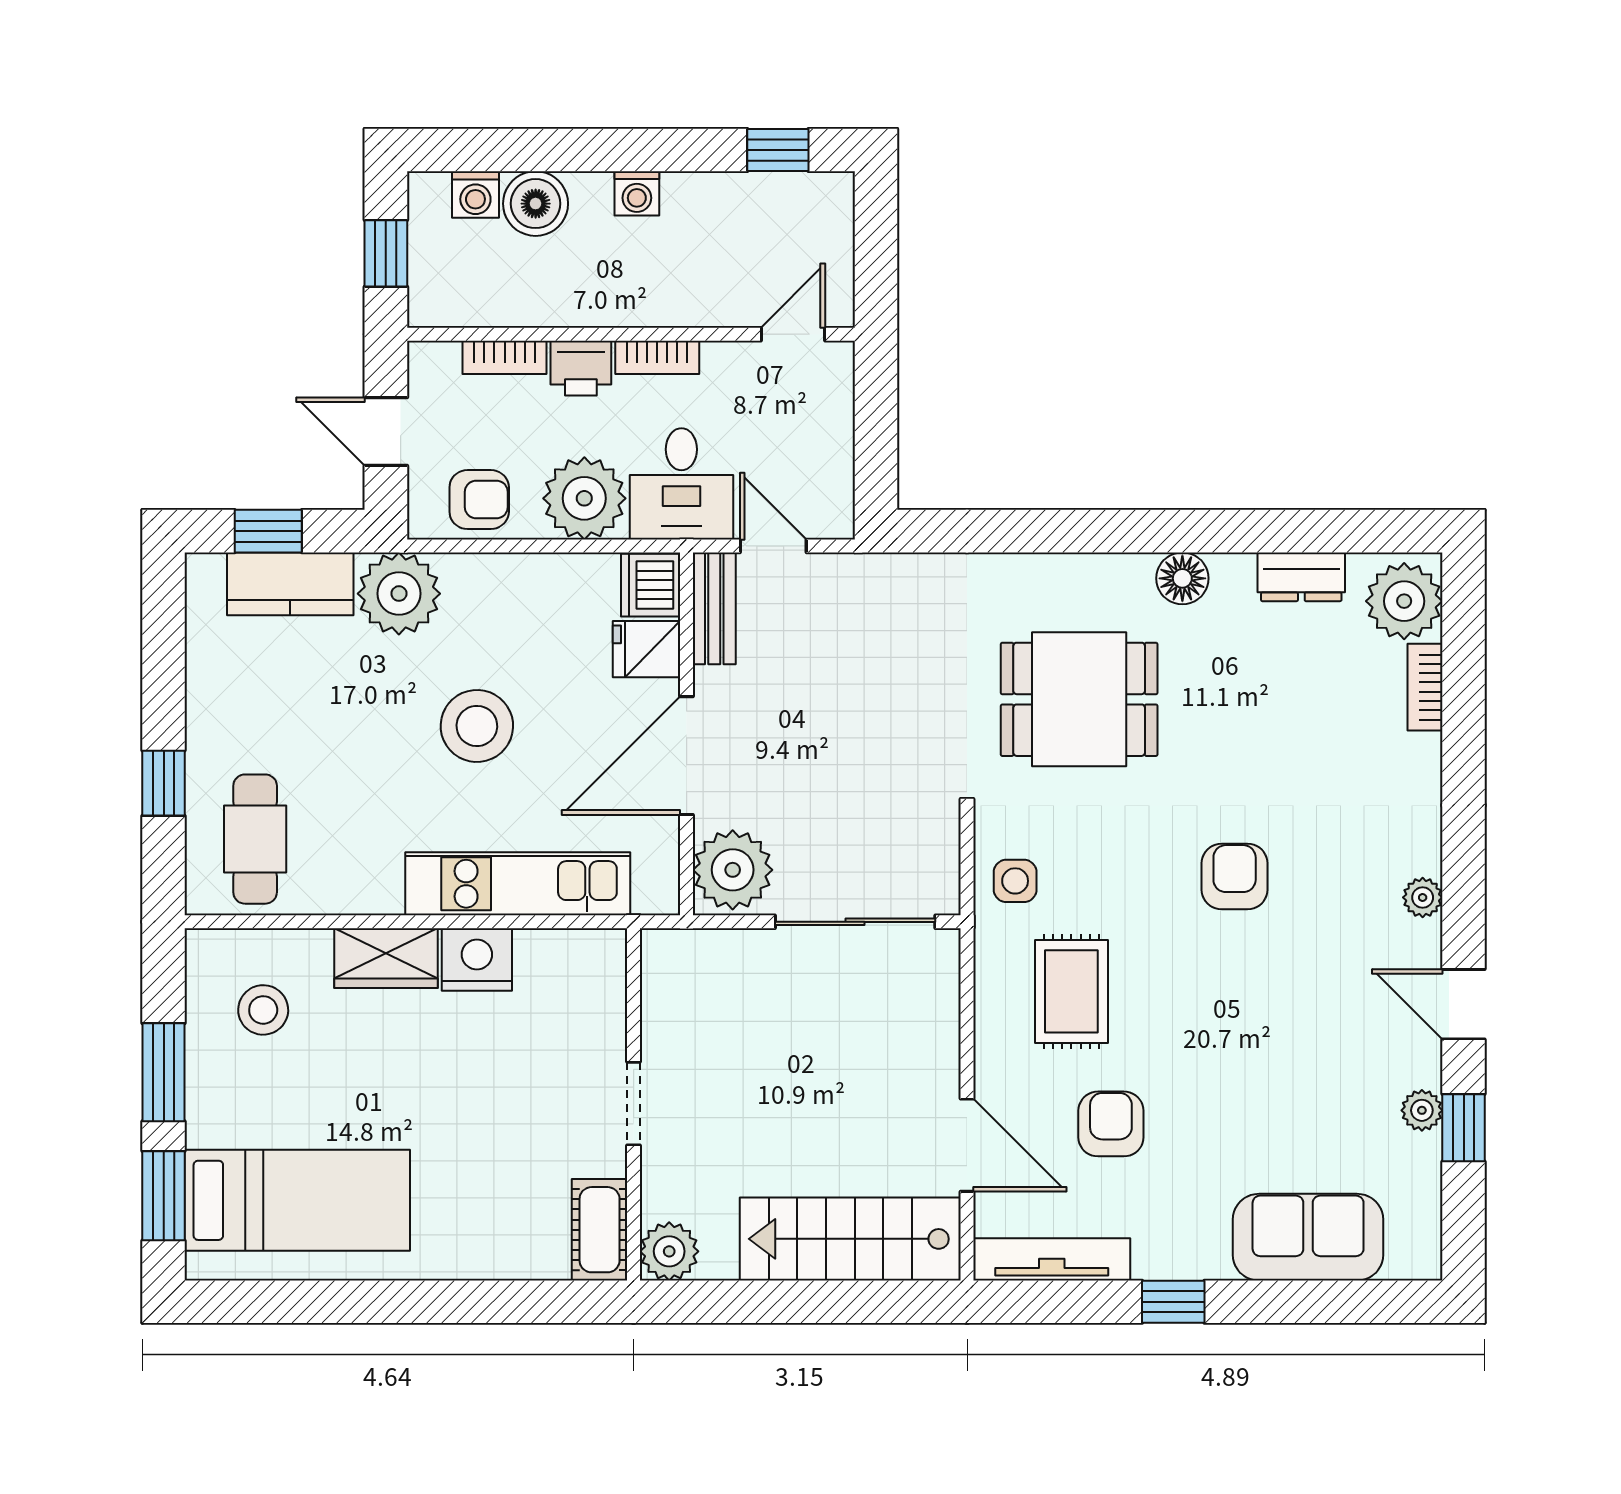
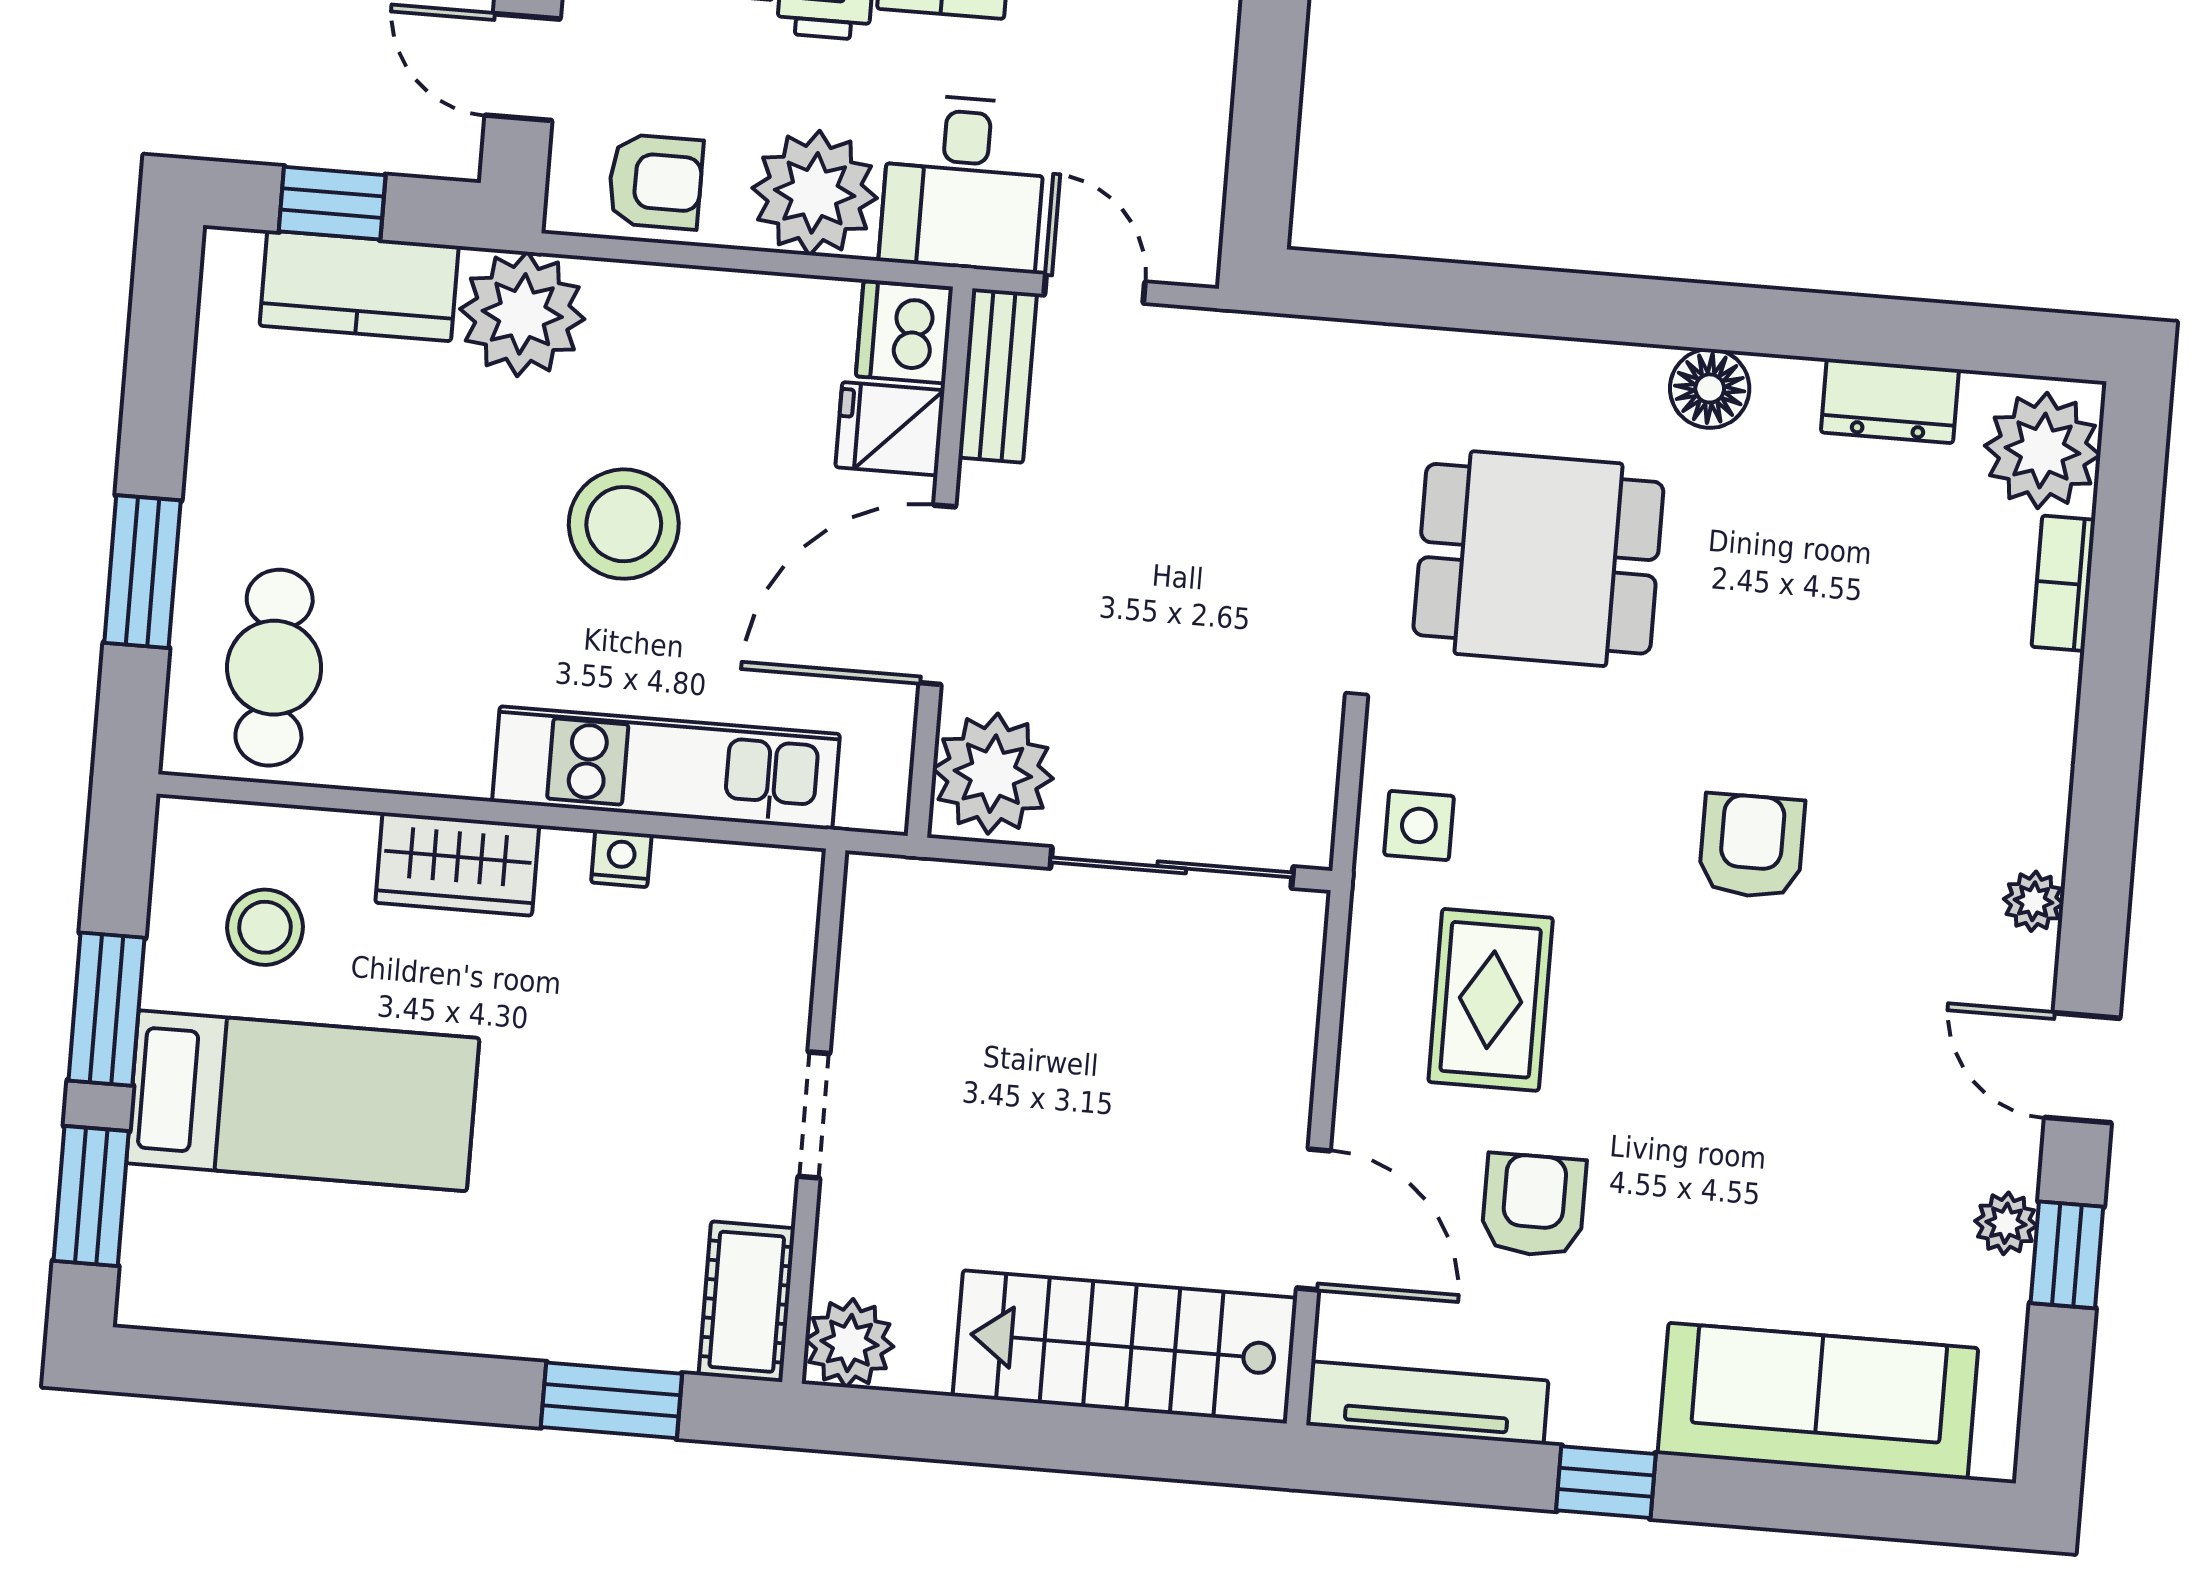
window: (164, 783) -> (142, 572), width x1.50
nightstand: (477, 960) -> (621, 858), width x0.53, depth x0.56
bed: (297, 1200) -> (303, 1101), moved
sofa: (1308, 1237) -> (1818, 1401), width x1.36
window: (516, 1302) -> (611, 1400), added

